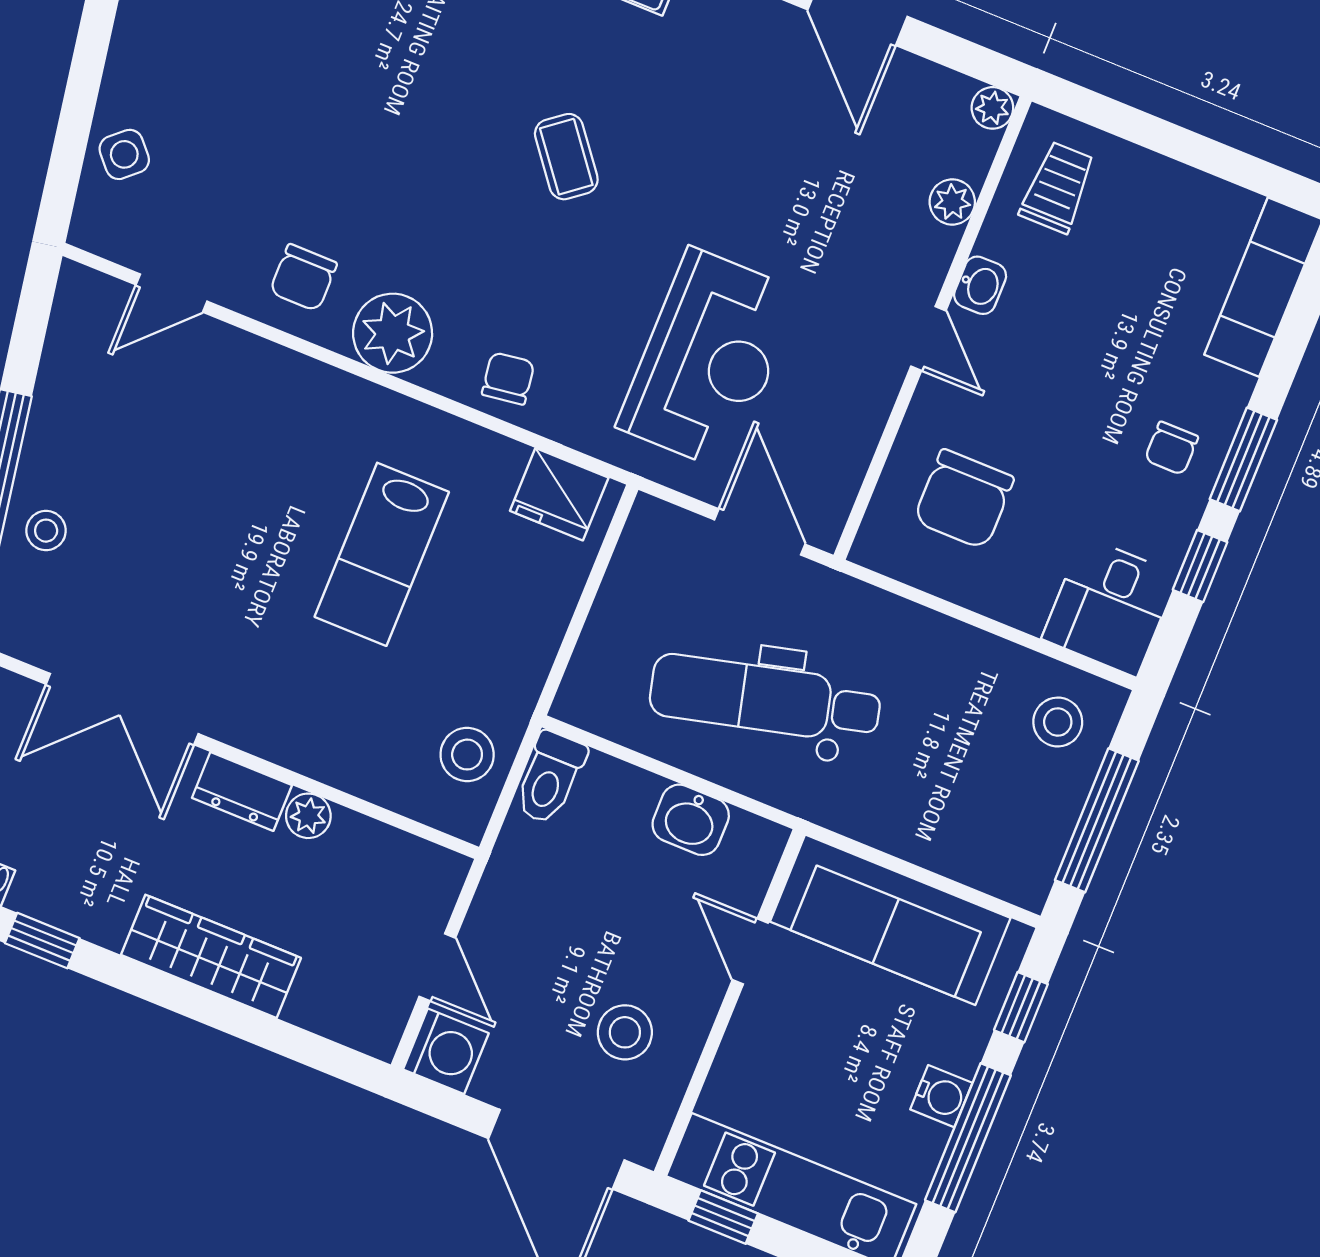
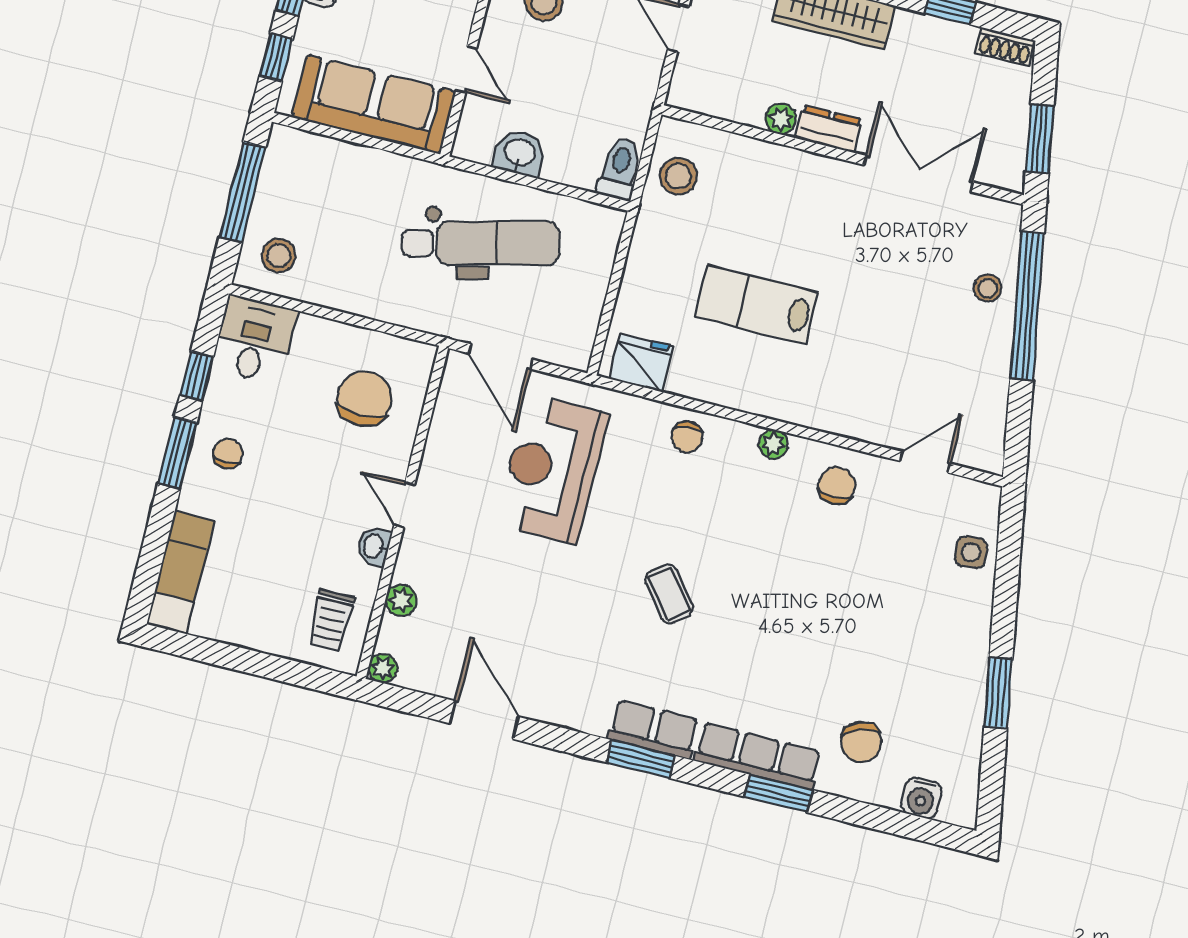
side table: (124, 154) -> (971, 552), turned 38
plant: (393, 333) -> (773, 444), width x0.53, depth x0.53
lab bench: (382, 554) -> (756, 304), turned -90

